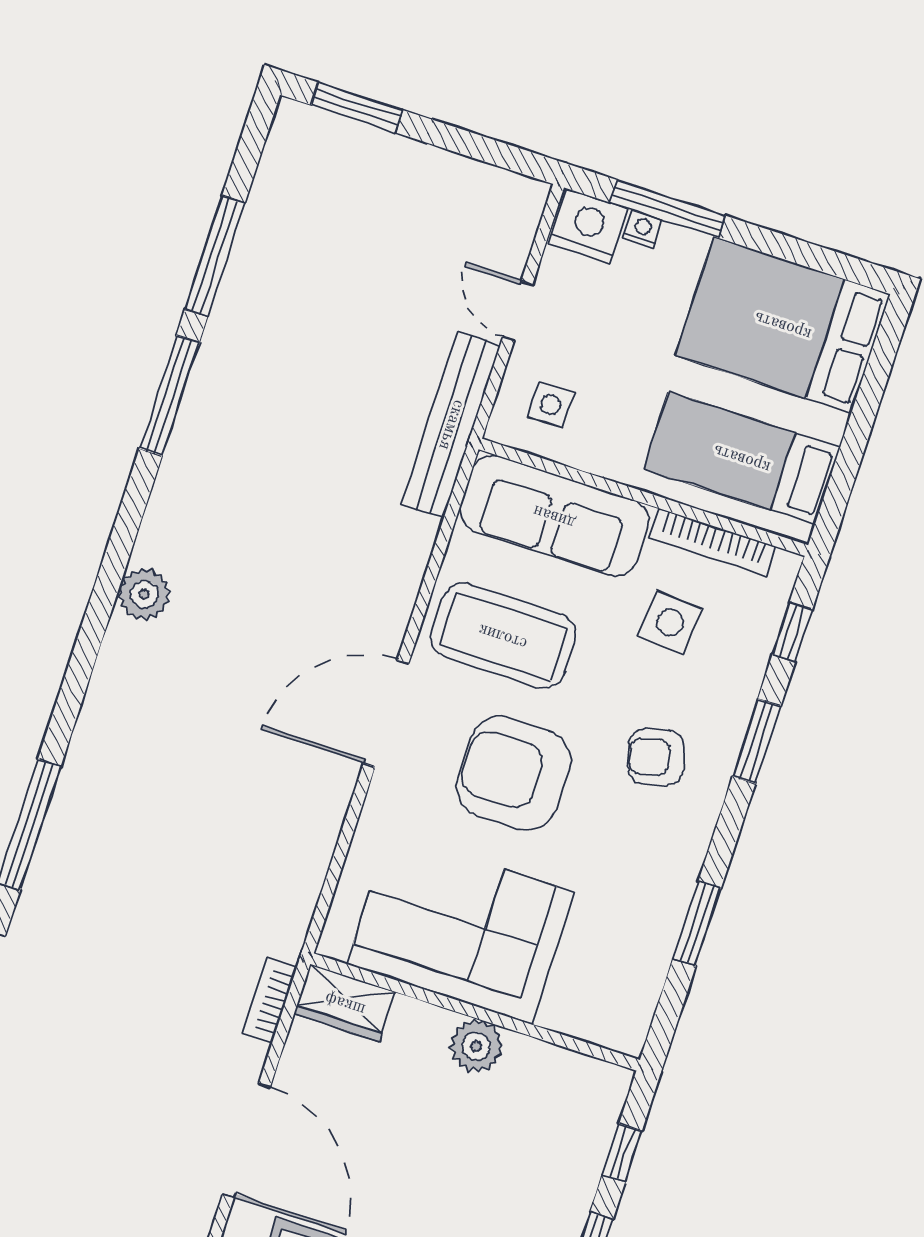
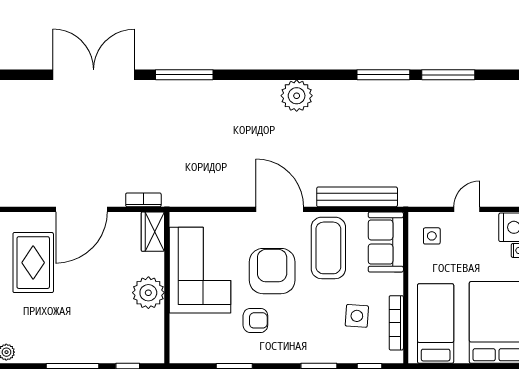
bench: (451, 425) -> (357, 197), moved
sofa: (554, 516) -> (386, 242), width x0.73
plant: (144, 594) -> (297, 96), width x1.36, depth x1.36
armchair: (656, 757) -> (255, 320), moved, turned 105
plant: (476, 1046) -> (148, 293), width x1.36, depth x1.36

